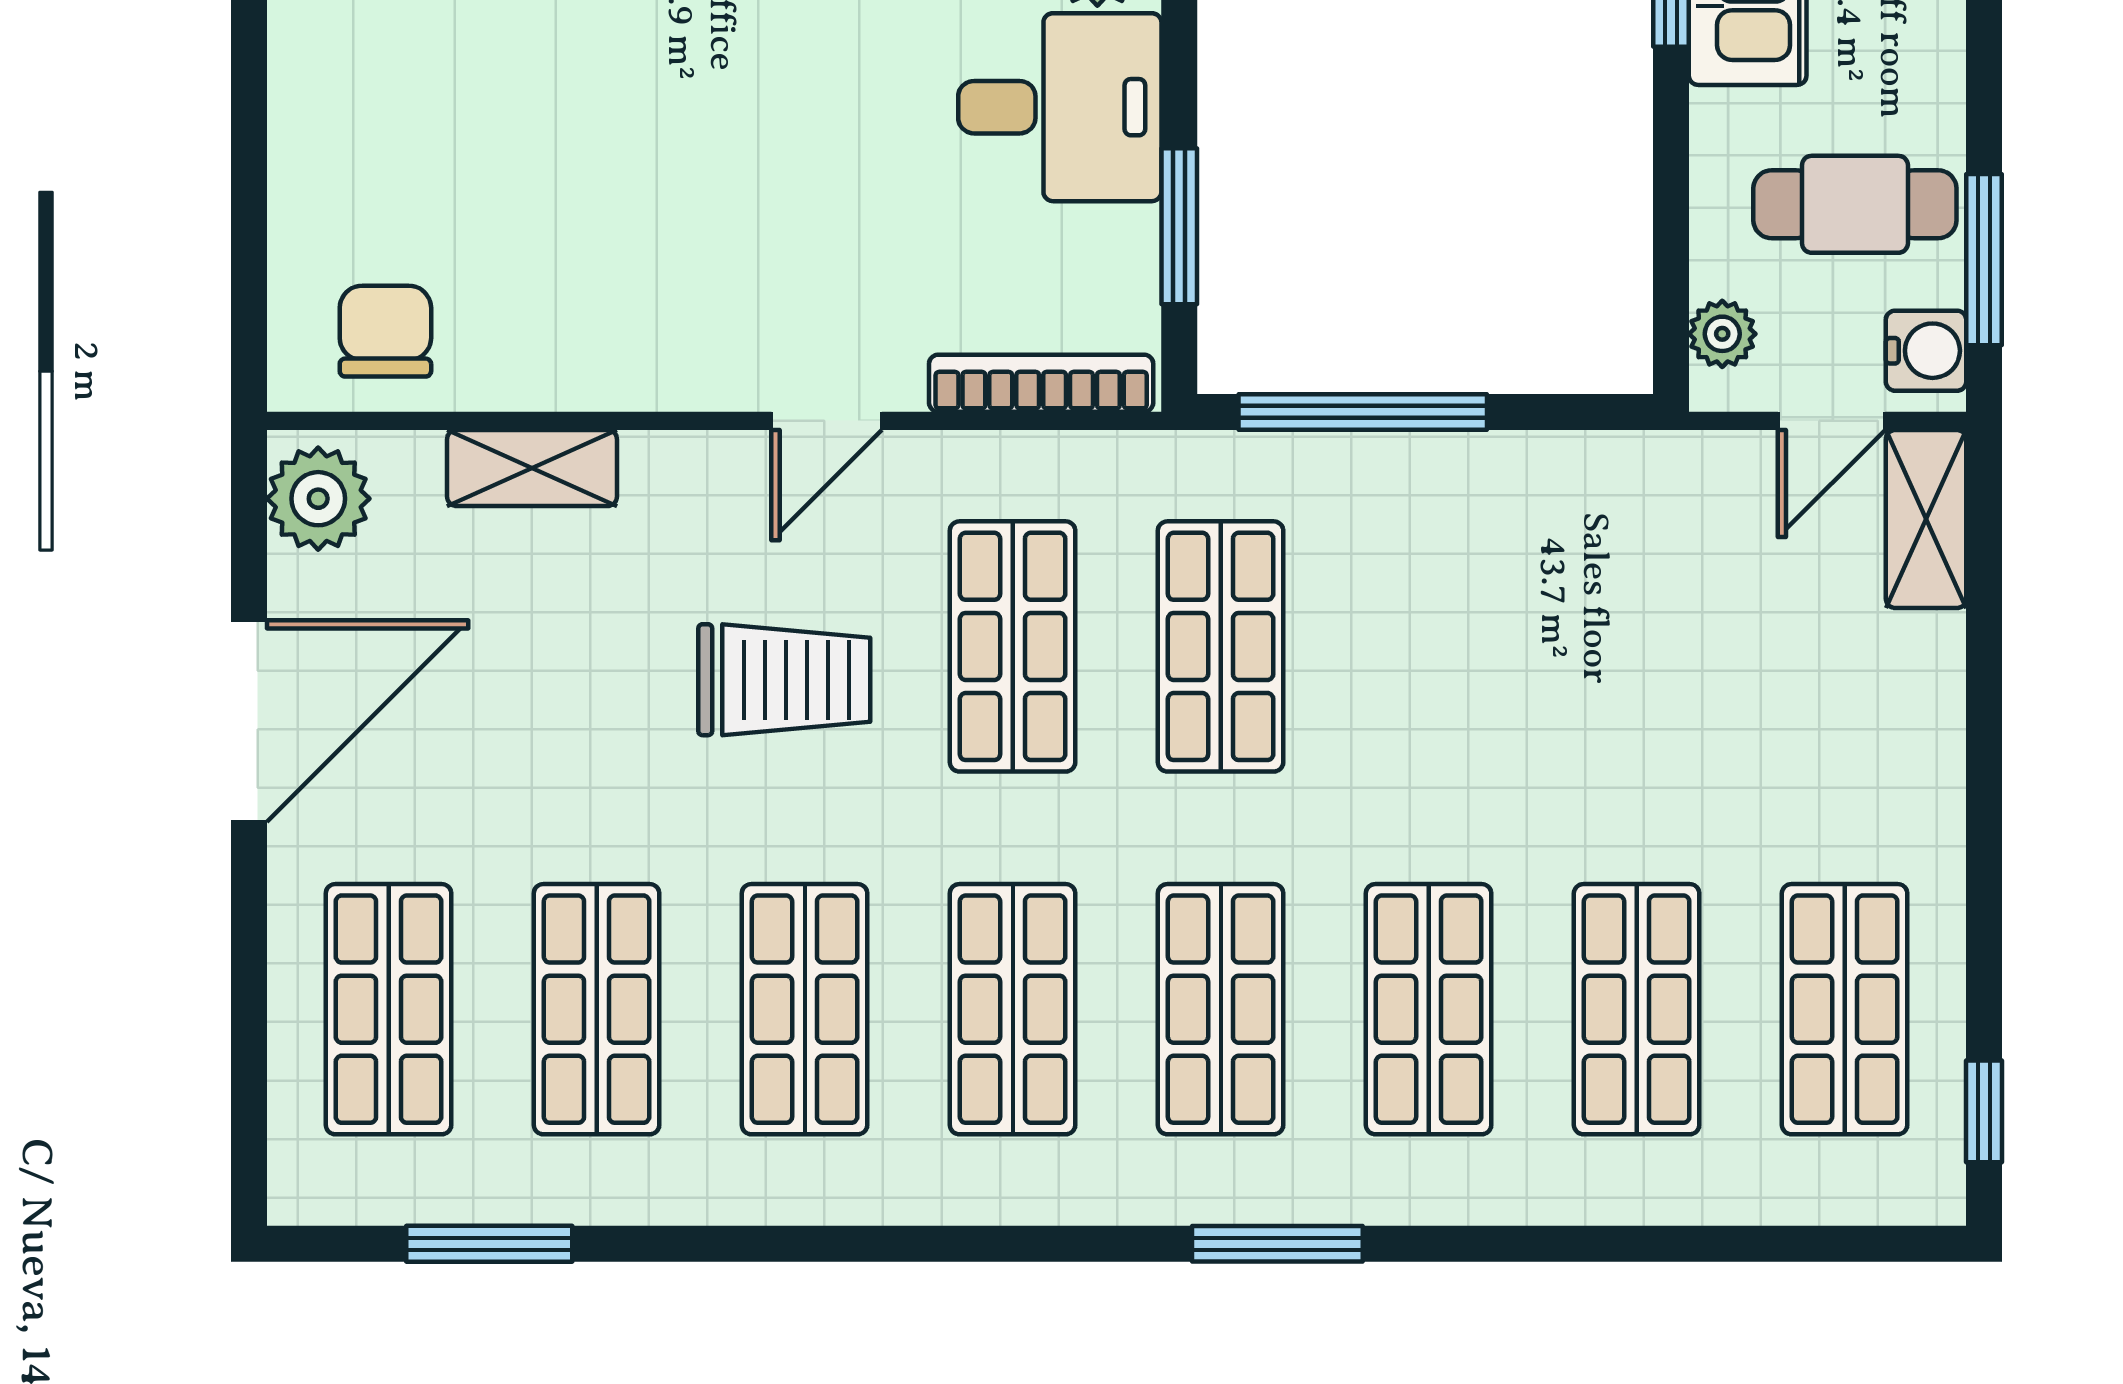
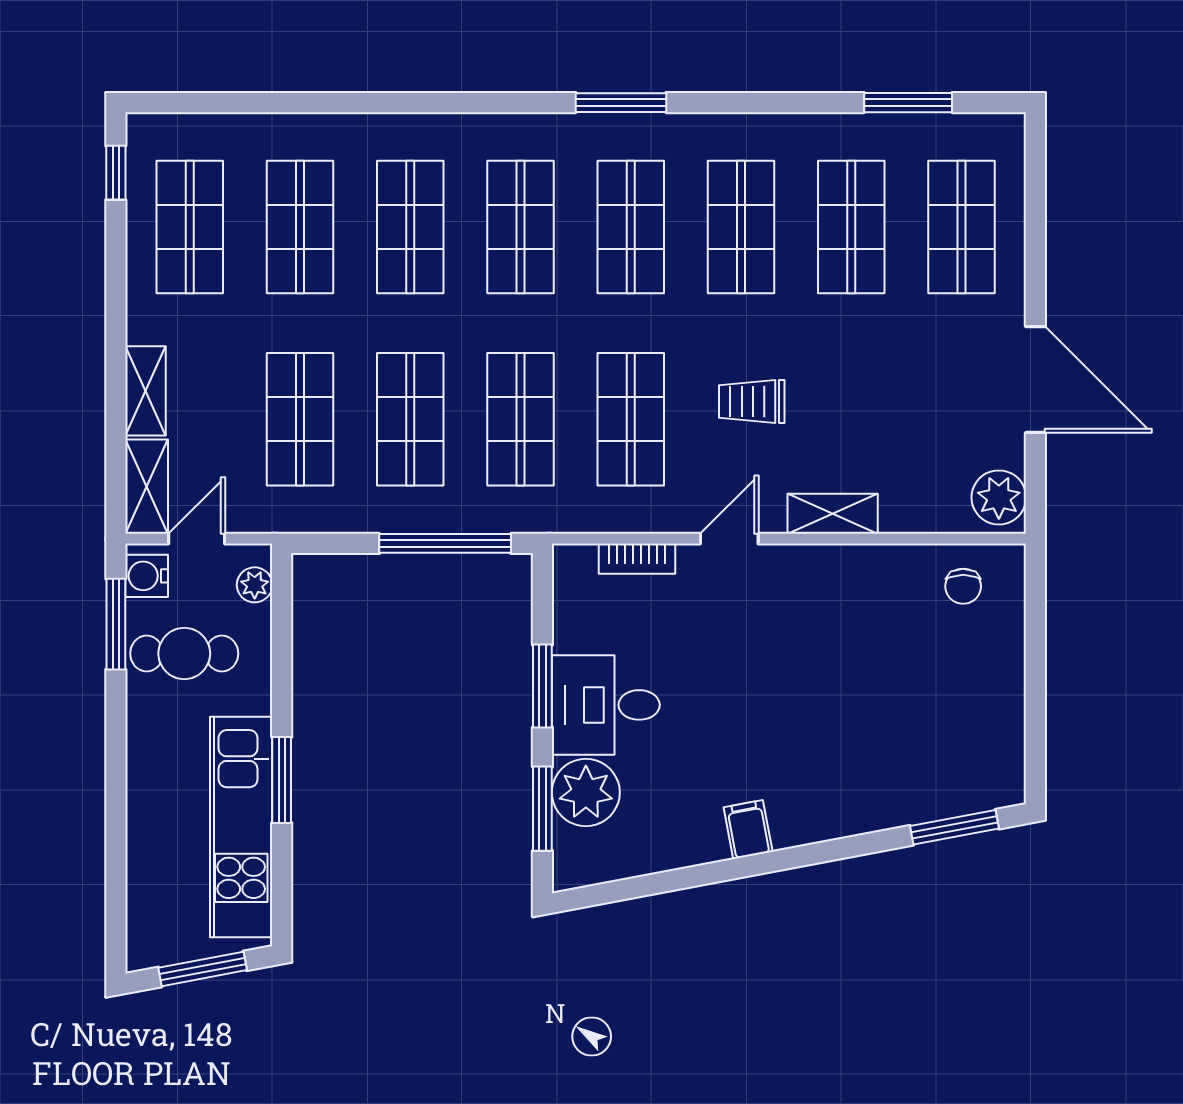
window: (1179, 226) -> (542, 686), moved
chair: (385, 331) -> (963, 586), width x0.73, depth x0.73
bookcase: (1041, 383) -> (637, 559), width x0.64
shelving: (532, 468) -> (833, 514), moved
shop shelf: (1429, 646) -> (410, 419), added
shop shelf: (1637, 646) -> (300, 419), added
trolley: (784, 680) -> (752, 402), width x0.73, depth x0.72
shelving: (1928, 700) -> (145, 391), added
door: (249, 721) -> (1035, 380), swing flipped
window: (1277, 1244) -> (621, 103), moved

